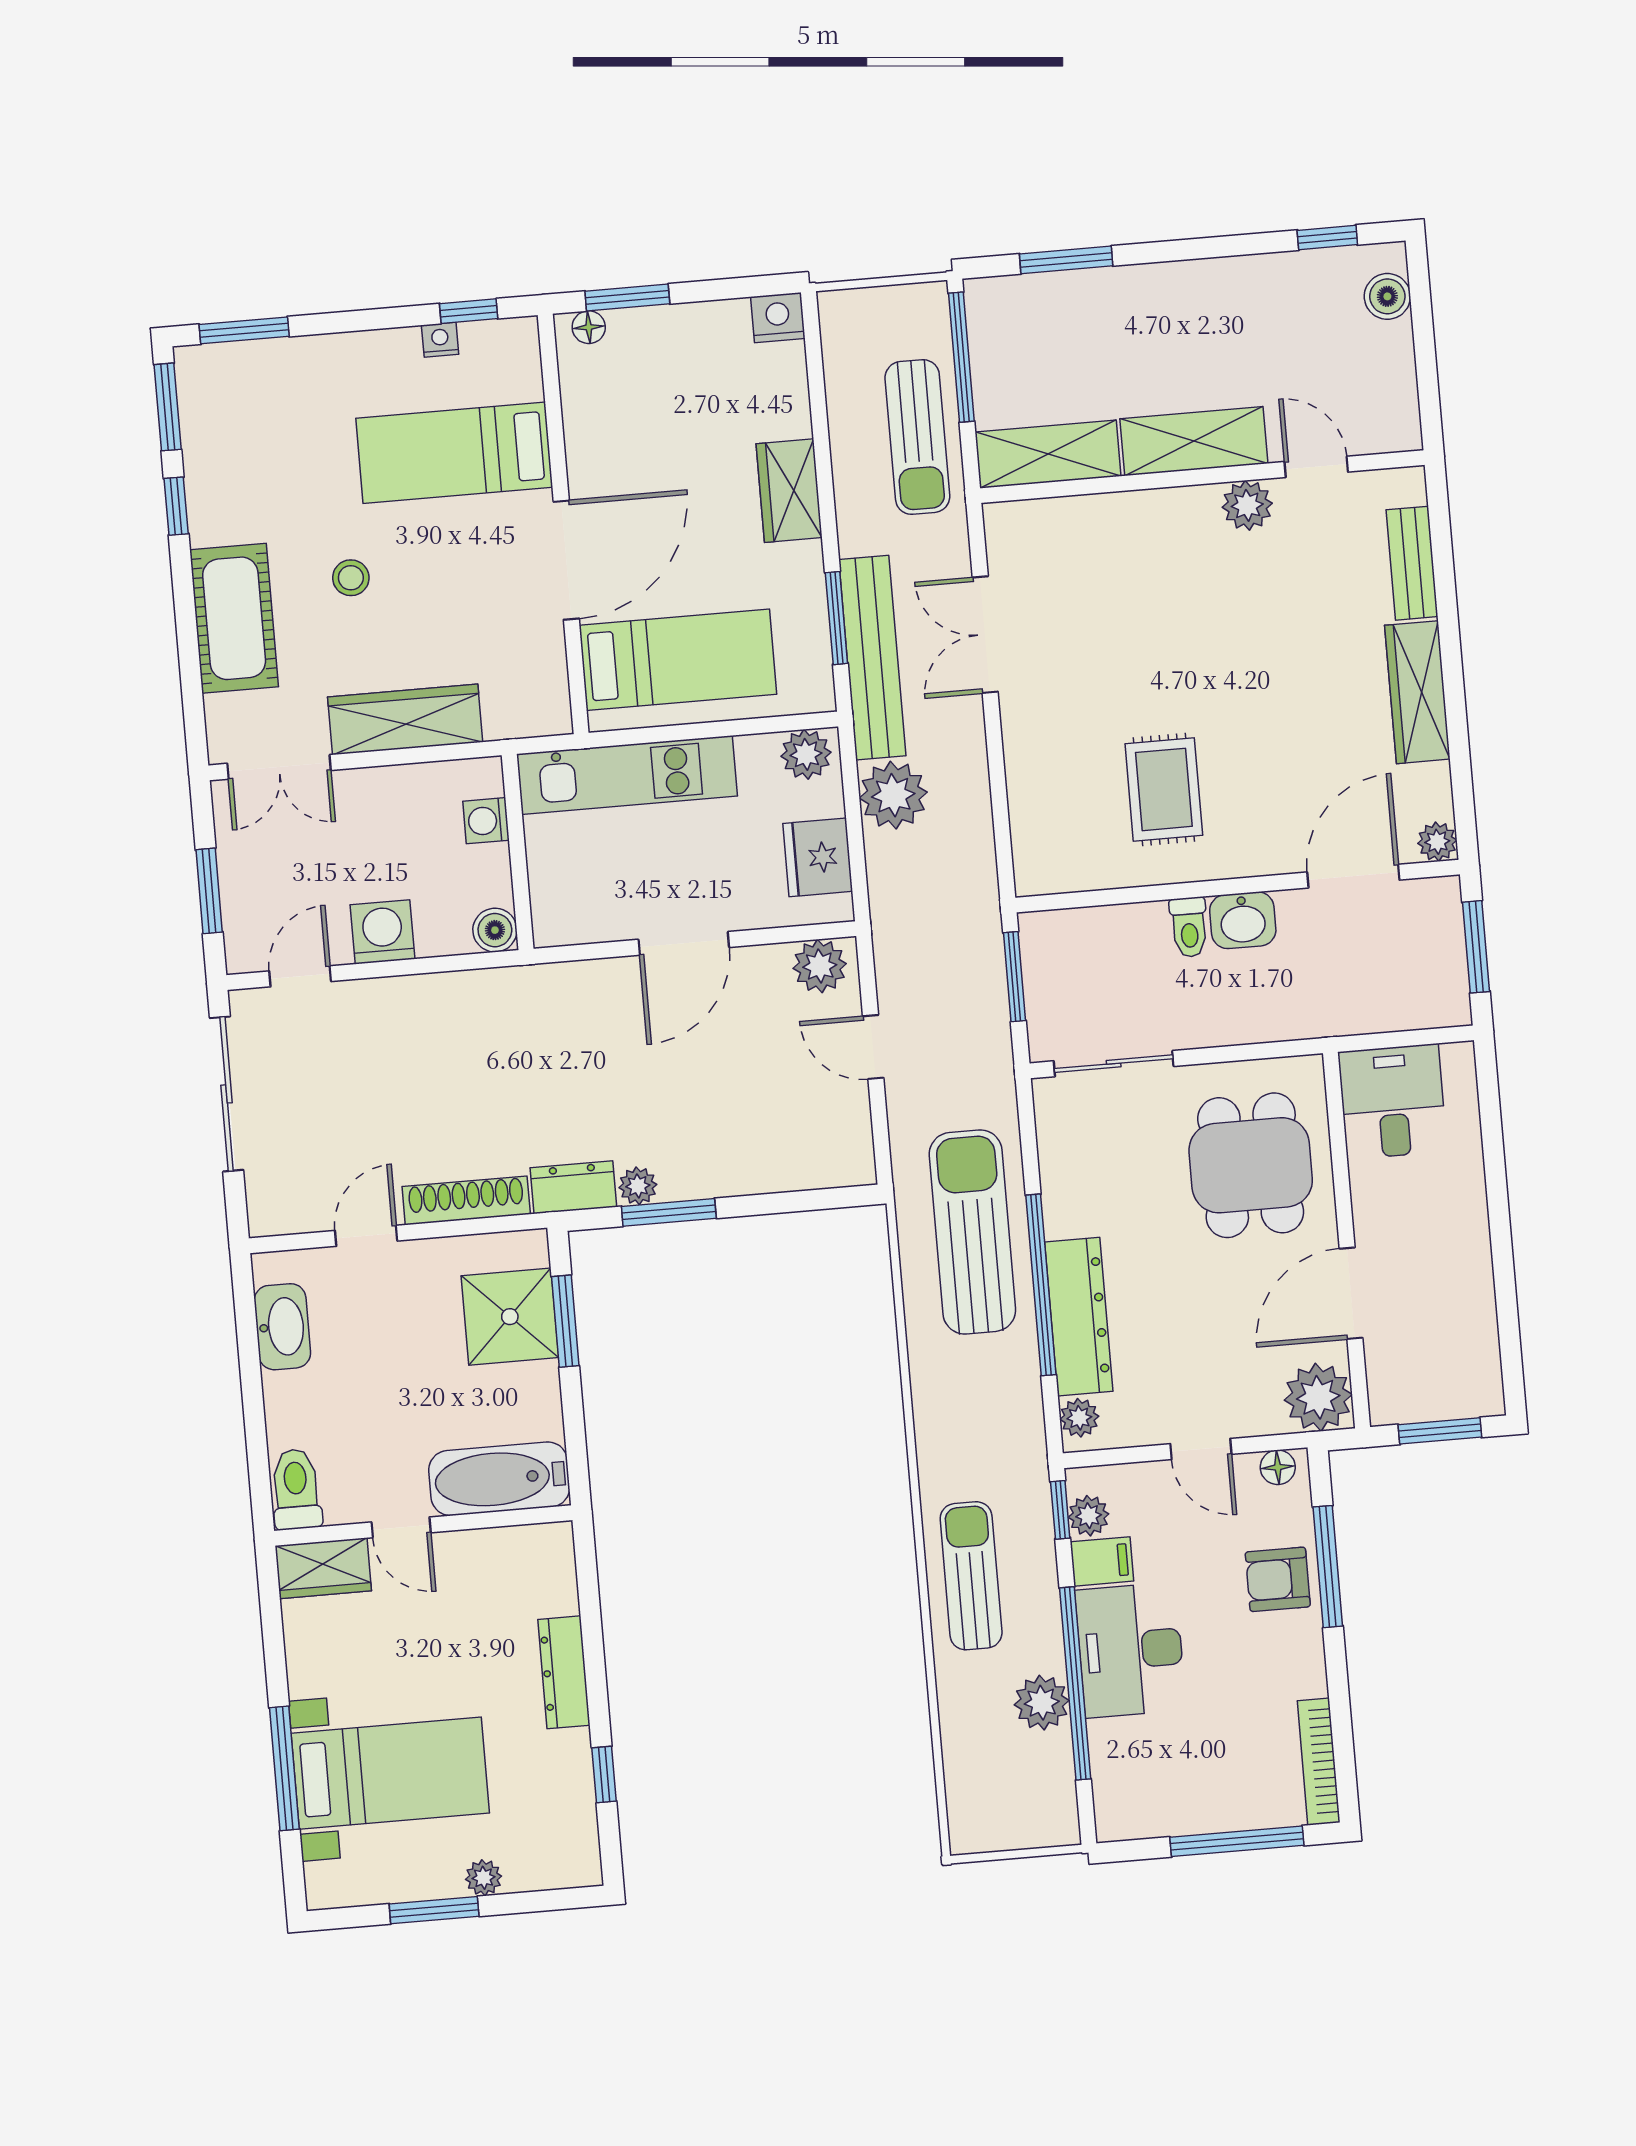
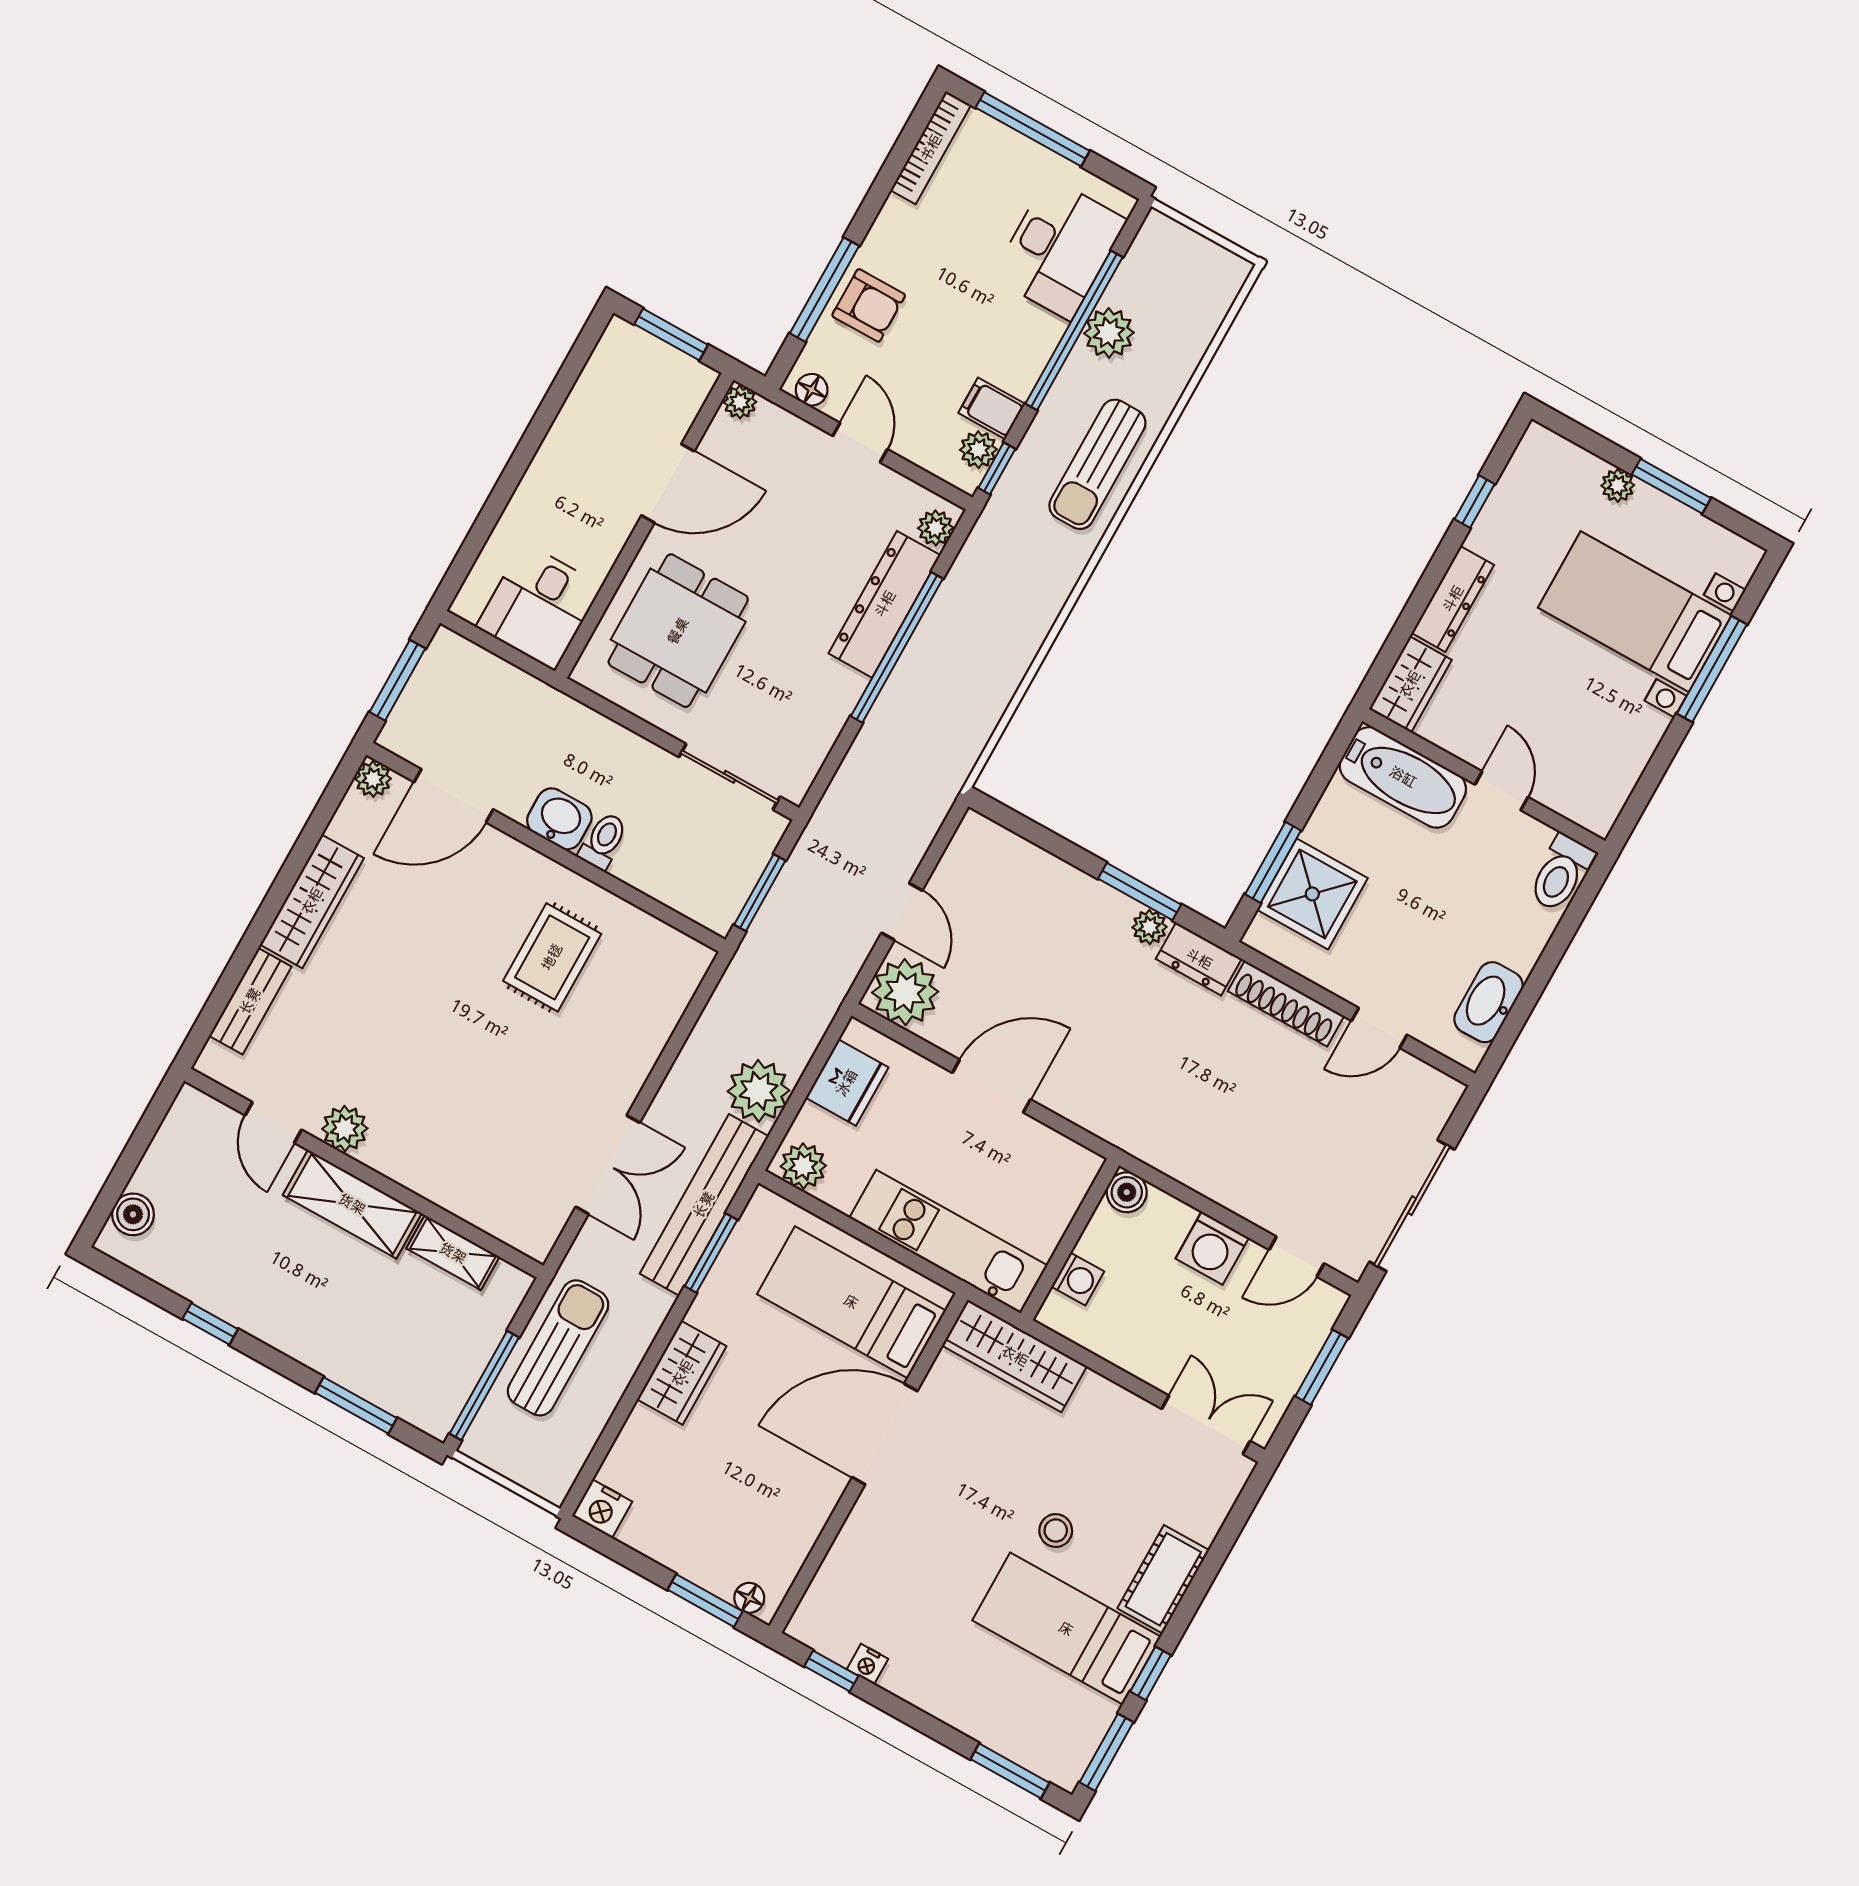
window: (1327, 237) -> (210, 1324), moved
bed: (454, 453) -> (1066, 1629), moved, turned 180
shelving: (1048, 454) -> (453, 1253), width x0.67, depth x0.75
cot: (234, 618) -> (1163, 1579), width x0.73, depth x0.75
wardrobe: (405, 719) -> (1015, 1356), moved
plant: (820, 966) -> (905, 992), width x1.36, depth x1.36
sun lounger: (972, 1232) -> (921, 722), removed
plant: (1318, 1397) -> (740, 402), width x0.53, depth x0.53
wardrobe: (323, 1568) -> (1410, 684), moved, turned 90
desk: (1130, 1650) -> (1059, 249), moved

